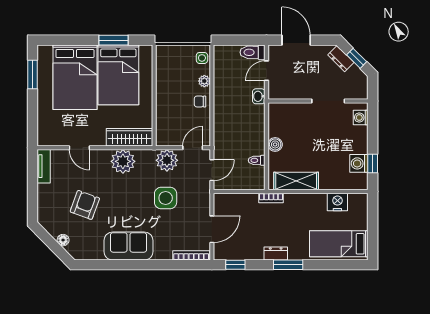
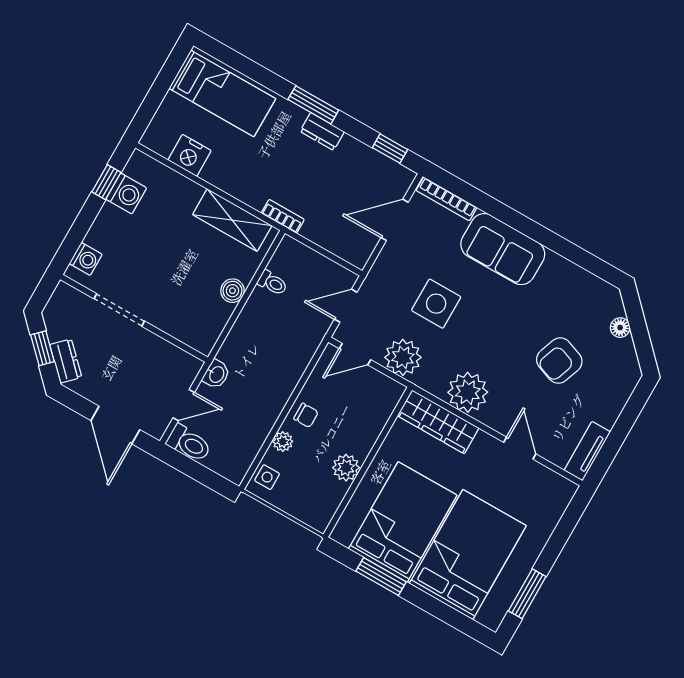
plant: (164, 86) -> (346, 468), added
sofa: (128, 246) -> (503, 249), moved

